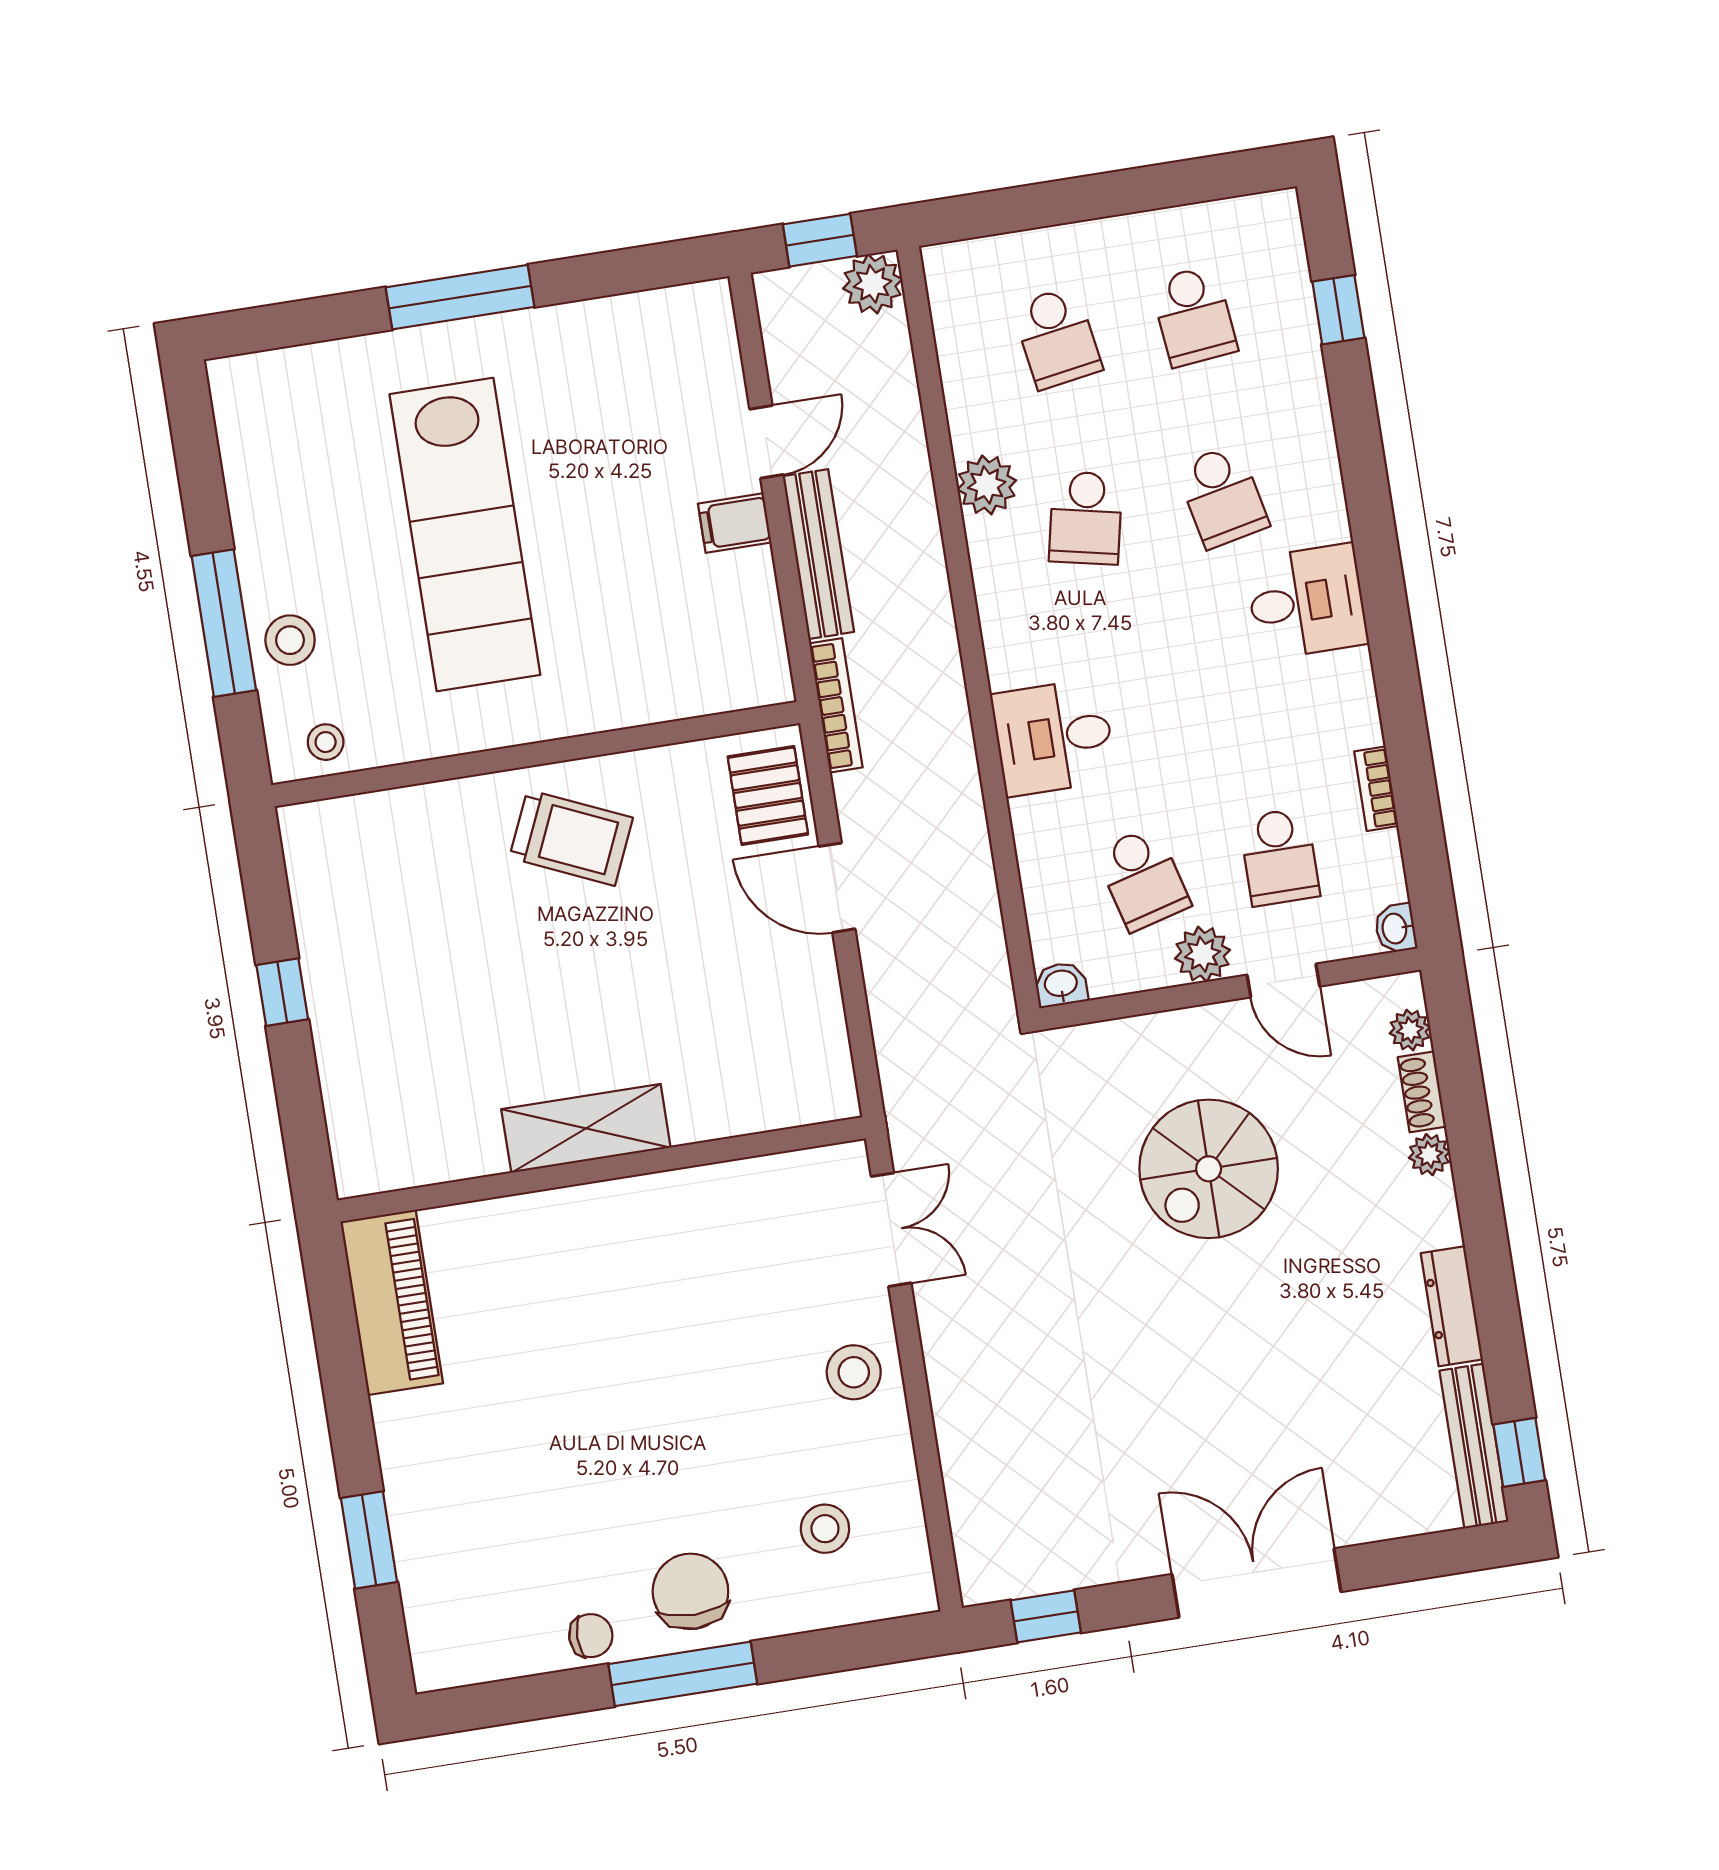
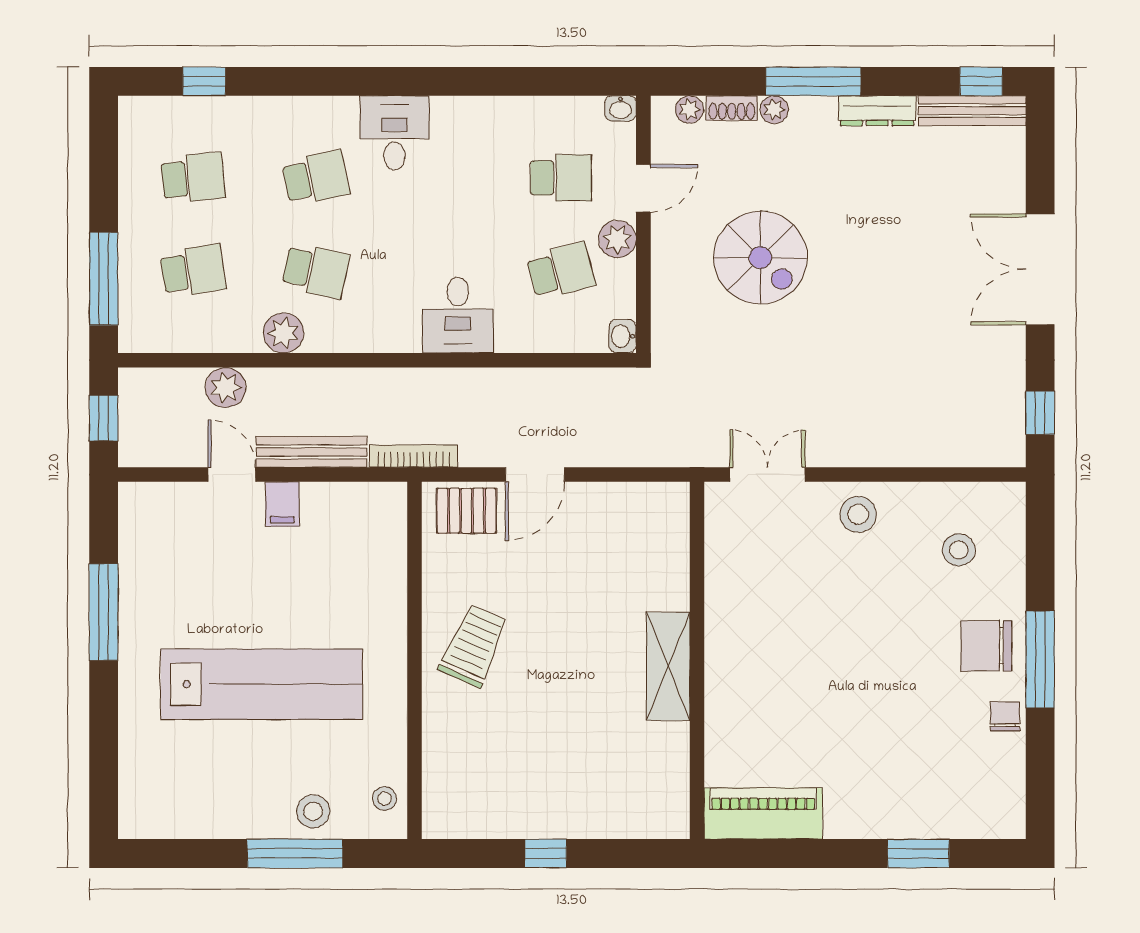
window: (1025, 208) -> (104, 279), added
plant: (873, 284) -> (226, 388), moved
window: (460, 297) -> (104, 612), moved
bookcase: (1376, 789) -> (526, 106), removed
window: (1480, 1206) -> (813, 81), added

